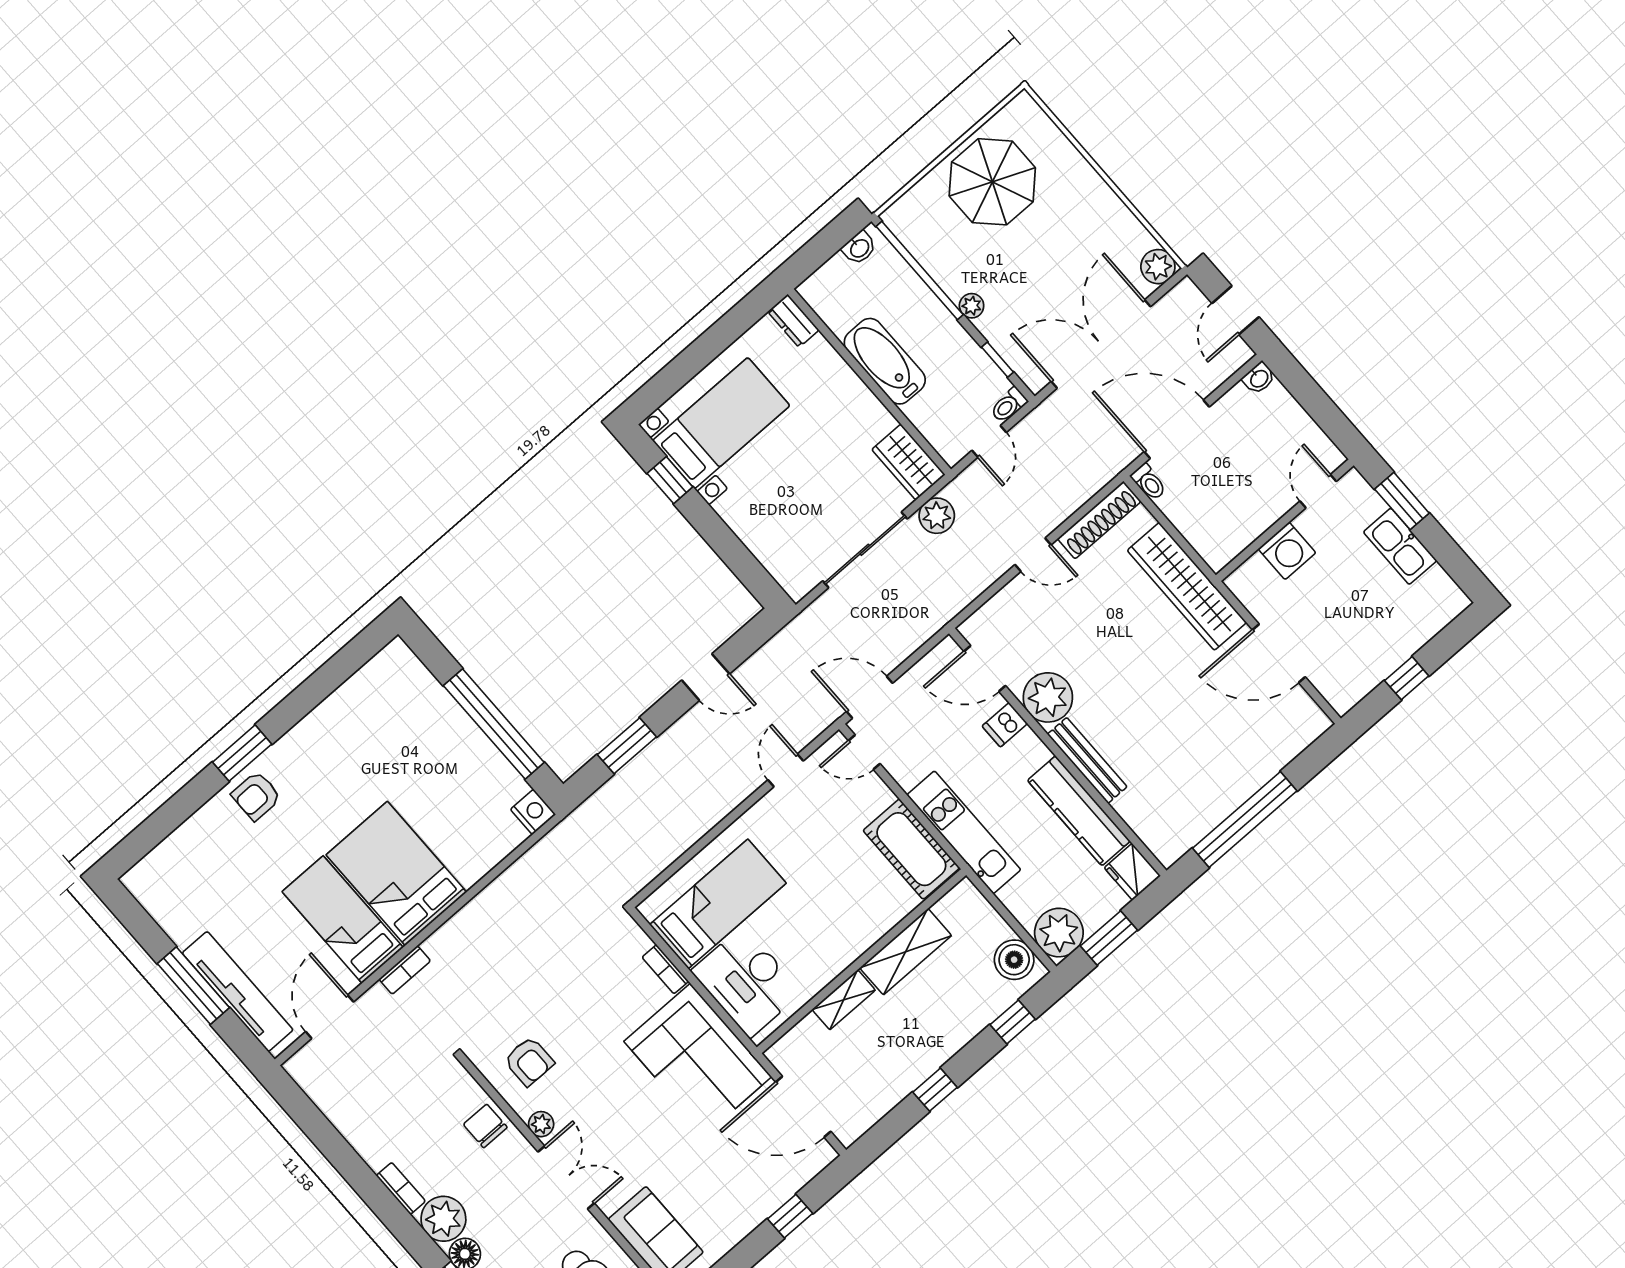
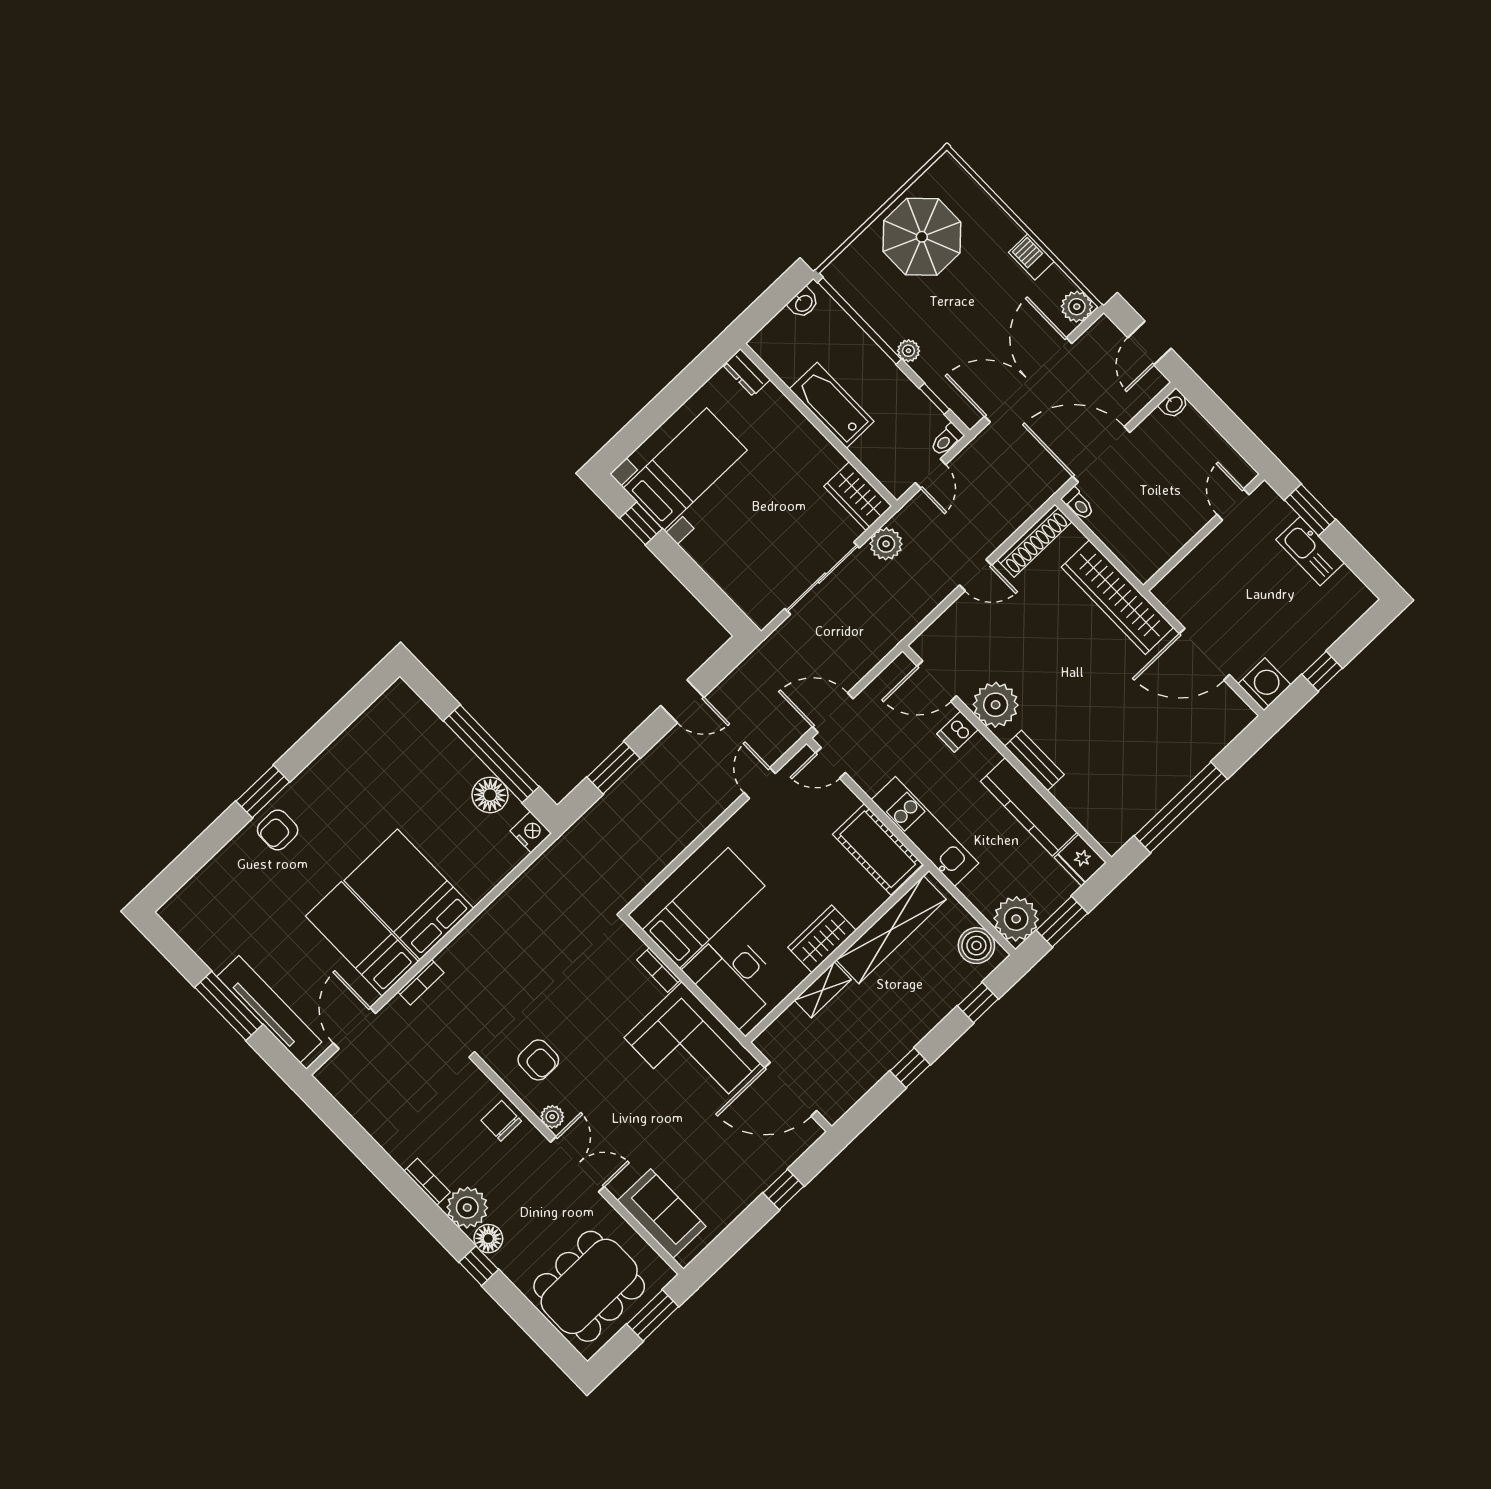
barbecue: (1111, 210) -> (1031, 257), added
washing machine: (1287, 551) -> (1264, 684), moved, turned -90
bench: (1087, 760) -> (1034, 760), width x0.73
floor lamp: (490, 769) -> (490, 795), added
wardrobe: (846, 944) -> (822, 939), added
shelving: (906, 952) -> (891, 930), width x1.47

